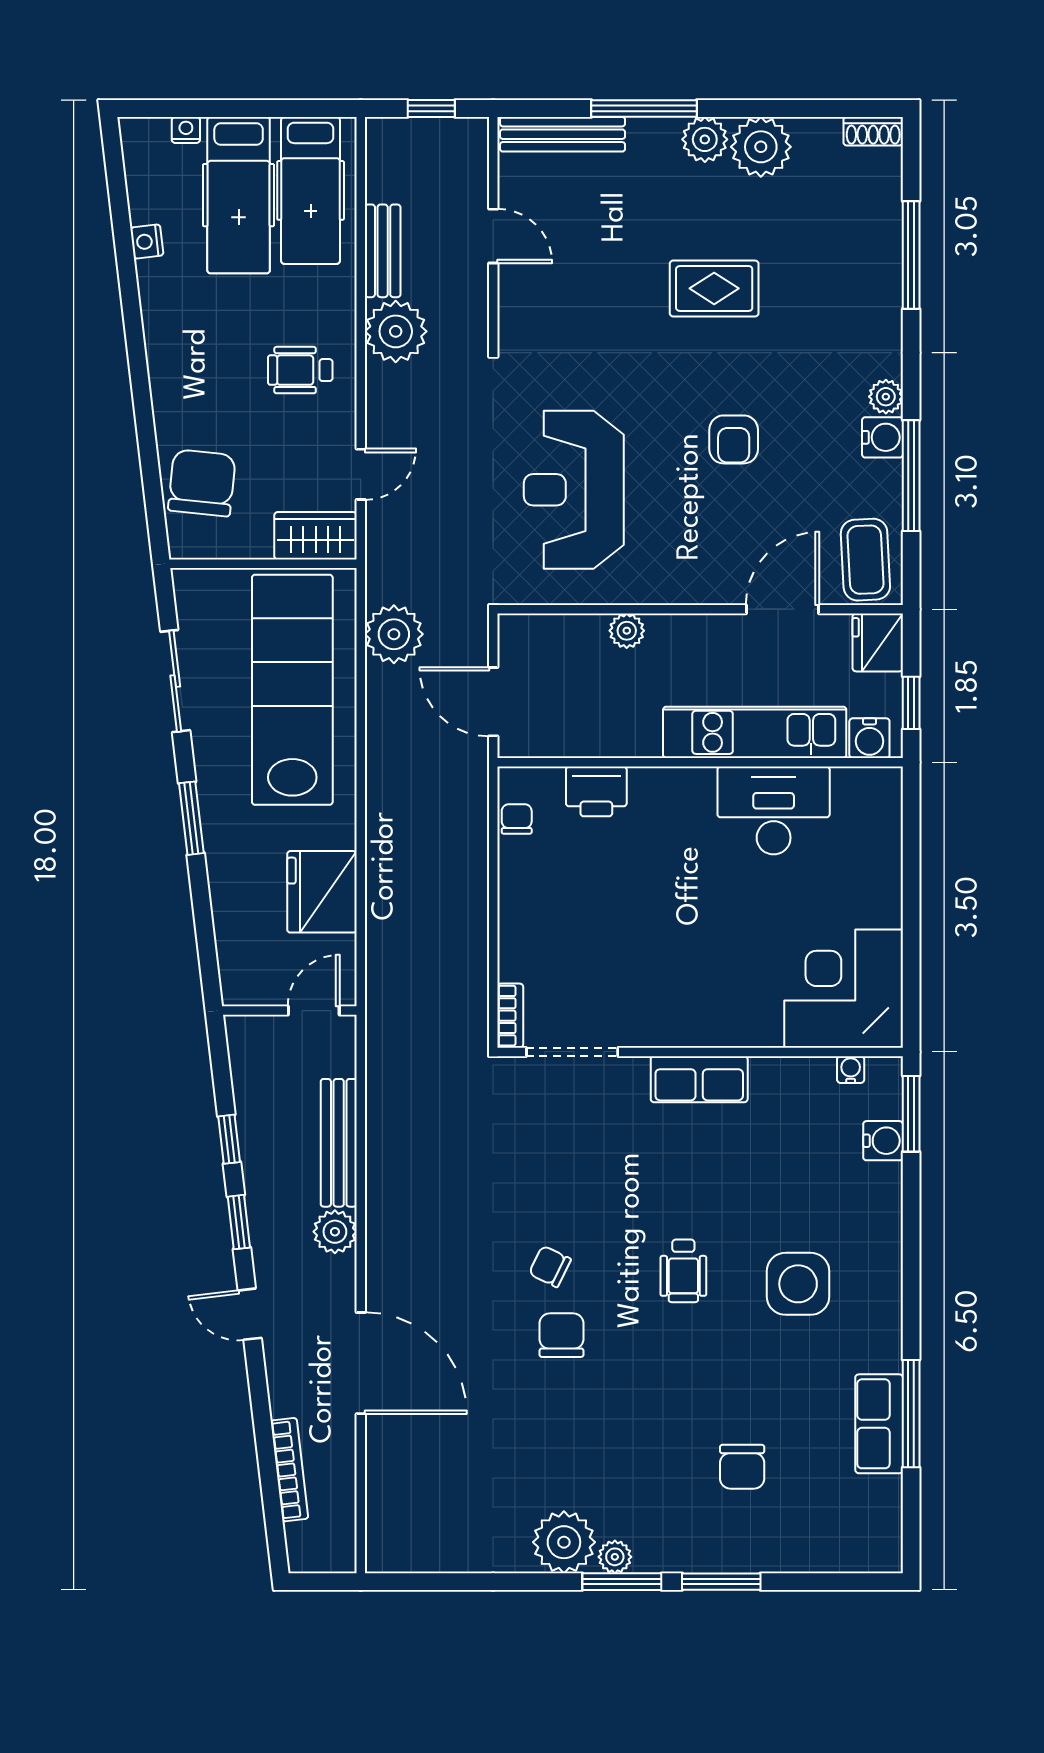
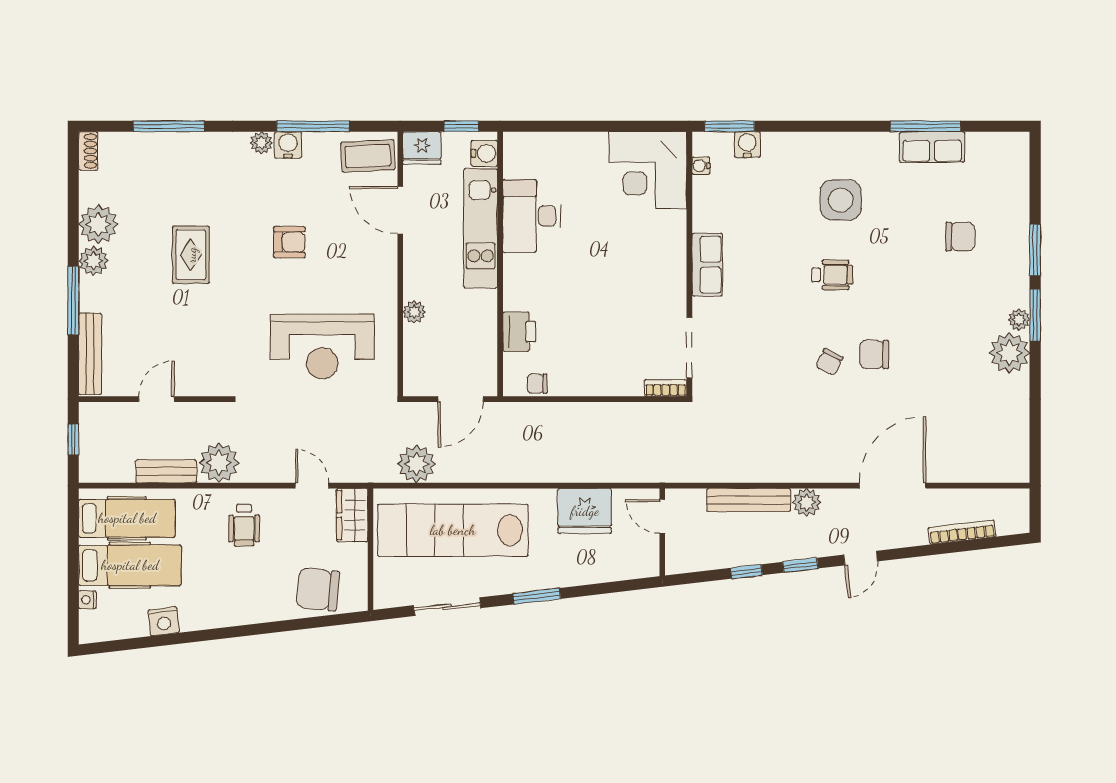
nightstand: (147, 242) -> (164, 621), width x1.39, depth x1.35

